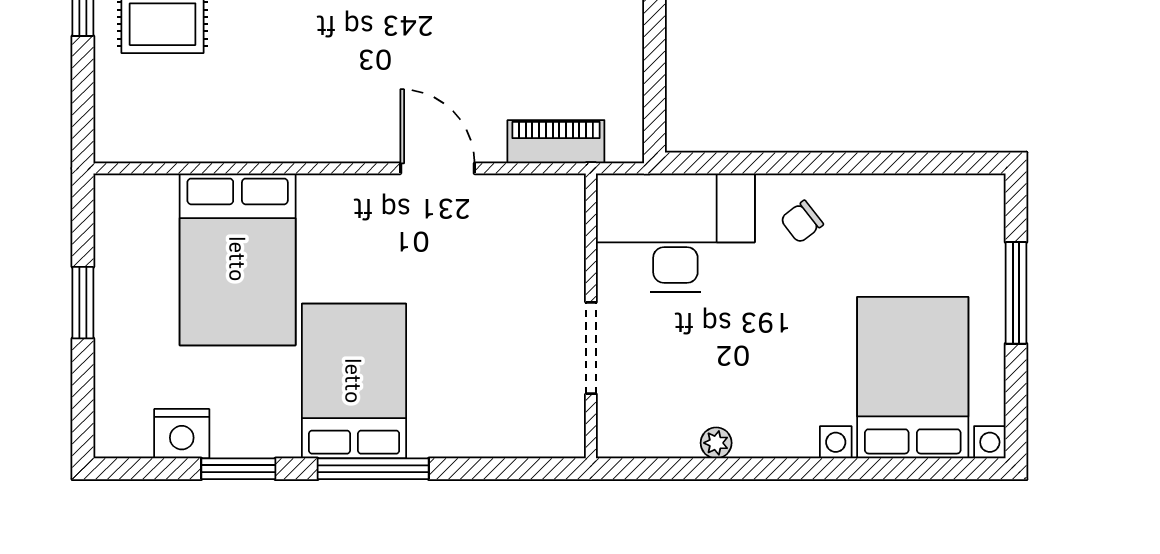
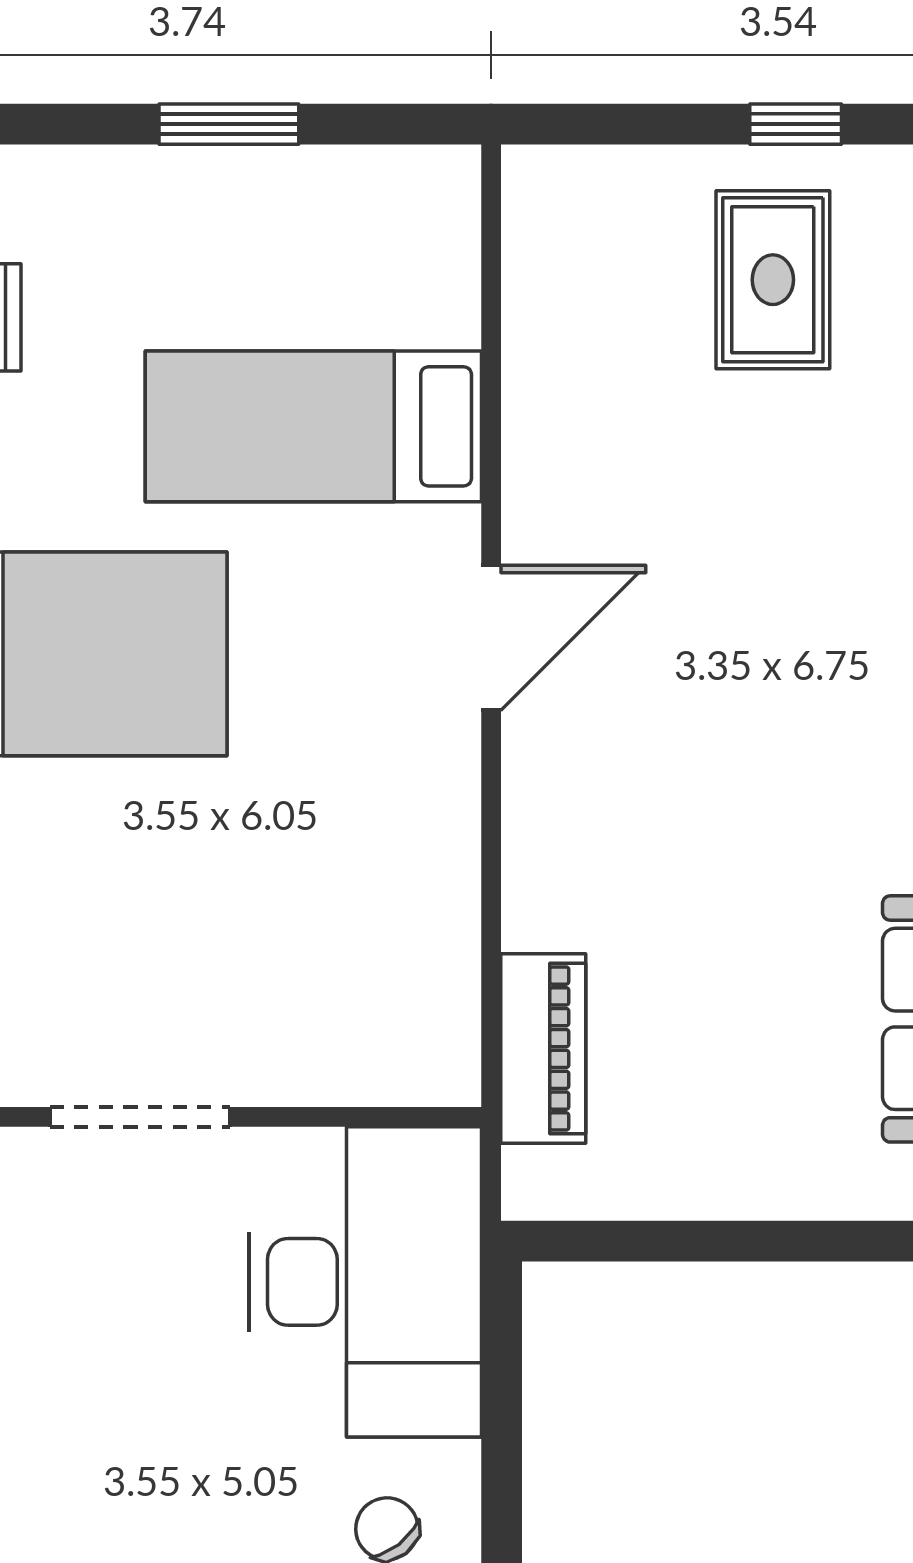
door: (437, 168) -> (491, 638), moved
bed: (238, 259) -> (313, 426), width x0.67

